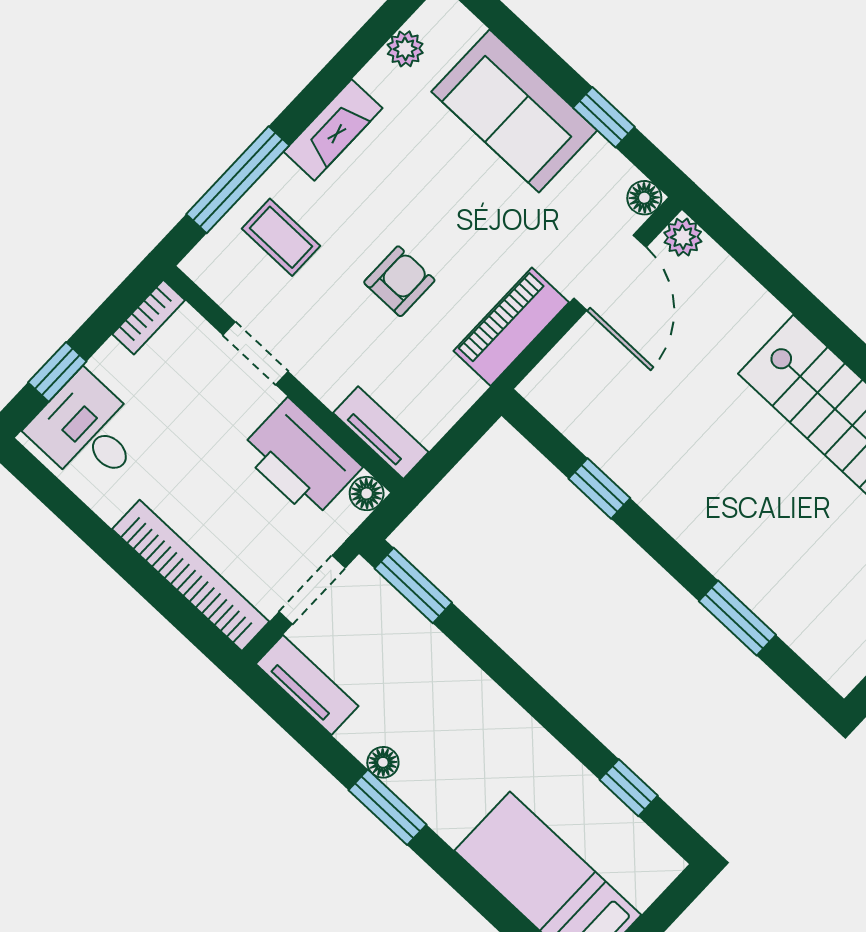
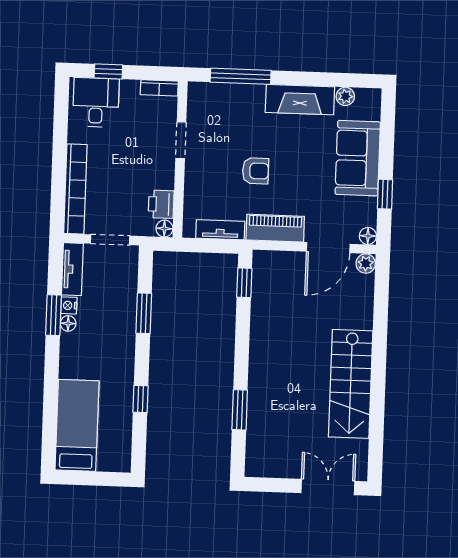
fireplace: (333, 130) -> (300, 100), width x1.37, depth x1.32
coffee table: (281, 237) -> (233, 112), removed
tv unit: (381, 433) -> (220, 230), moved, turned -90
printer: (300, 459) -> (161, 204), width x0.53, depth x0.68
window: (599, 488) -> (244, 283), moved
window: (413, 586) -> (144, 313), moved
nightstand: (357, 738) -> (69, 305), added
window: (629, 788) -> (141, 399), moved
window: (388, 807) -> (54, 315), moved

